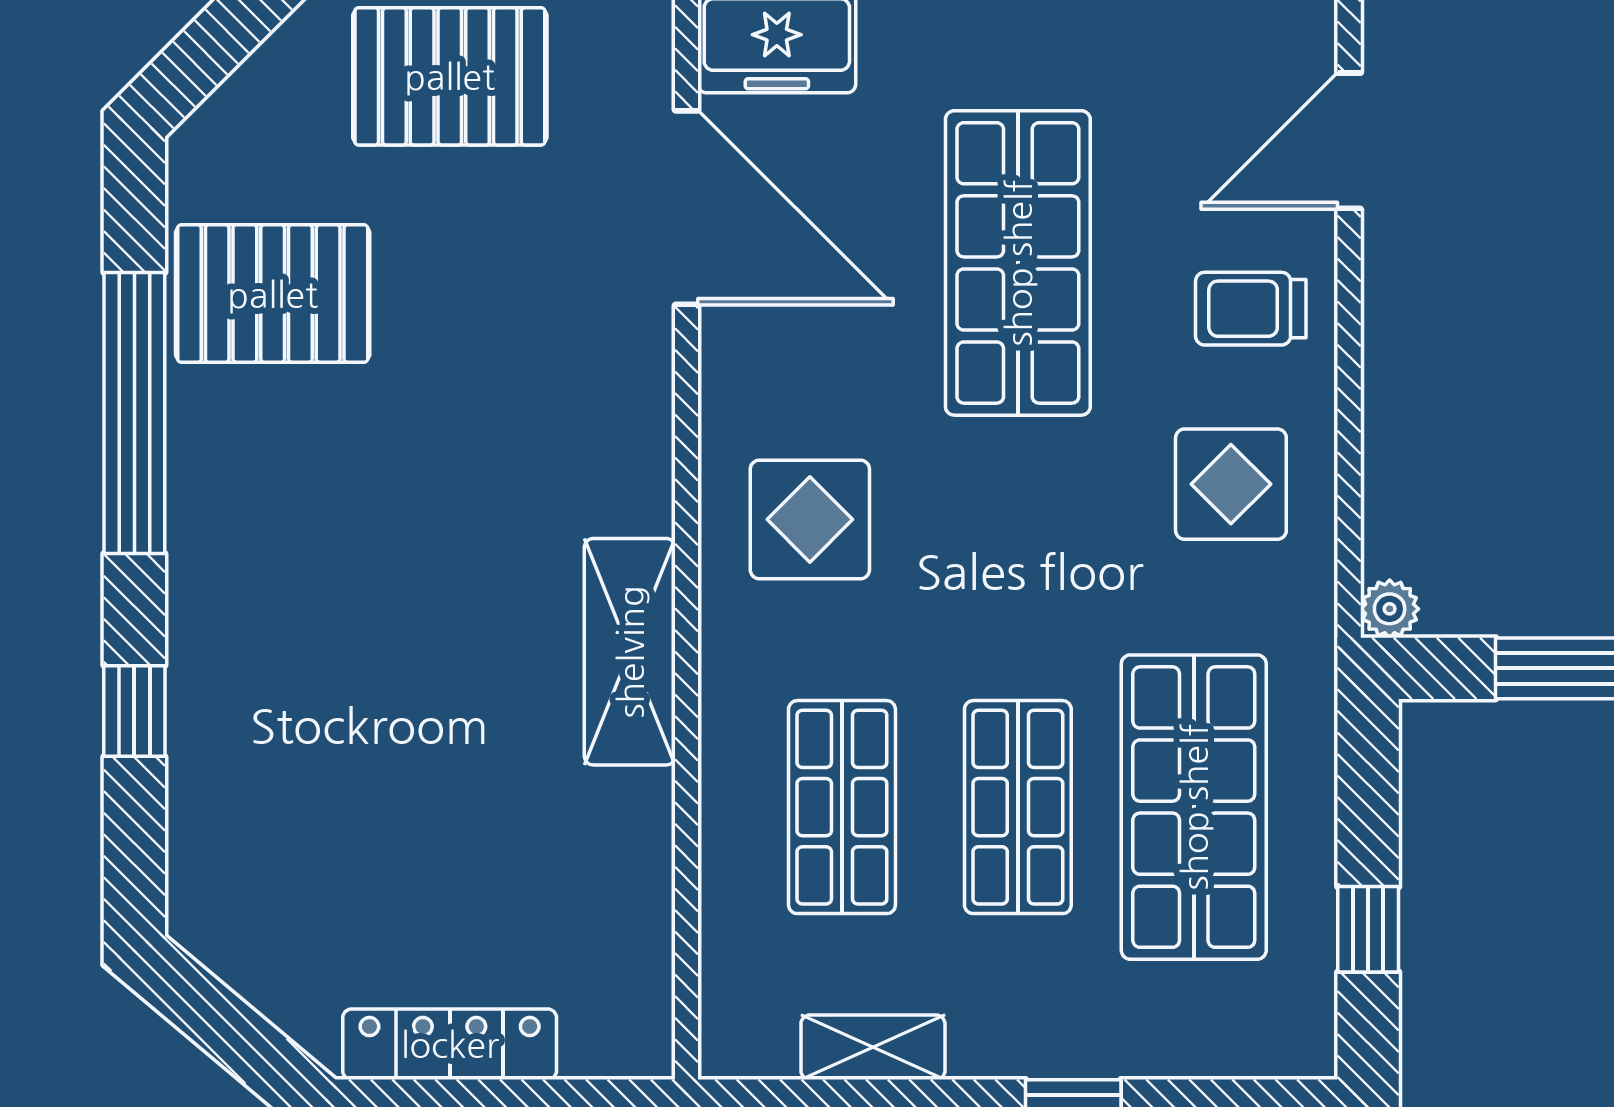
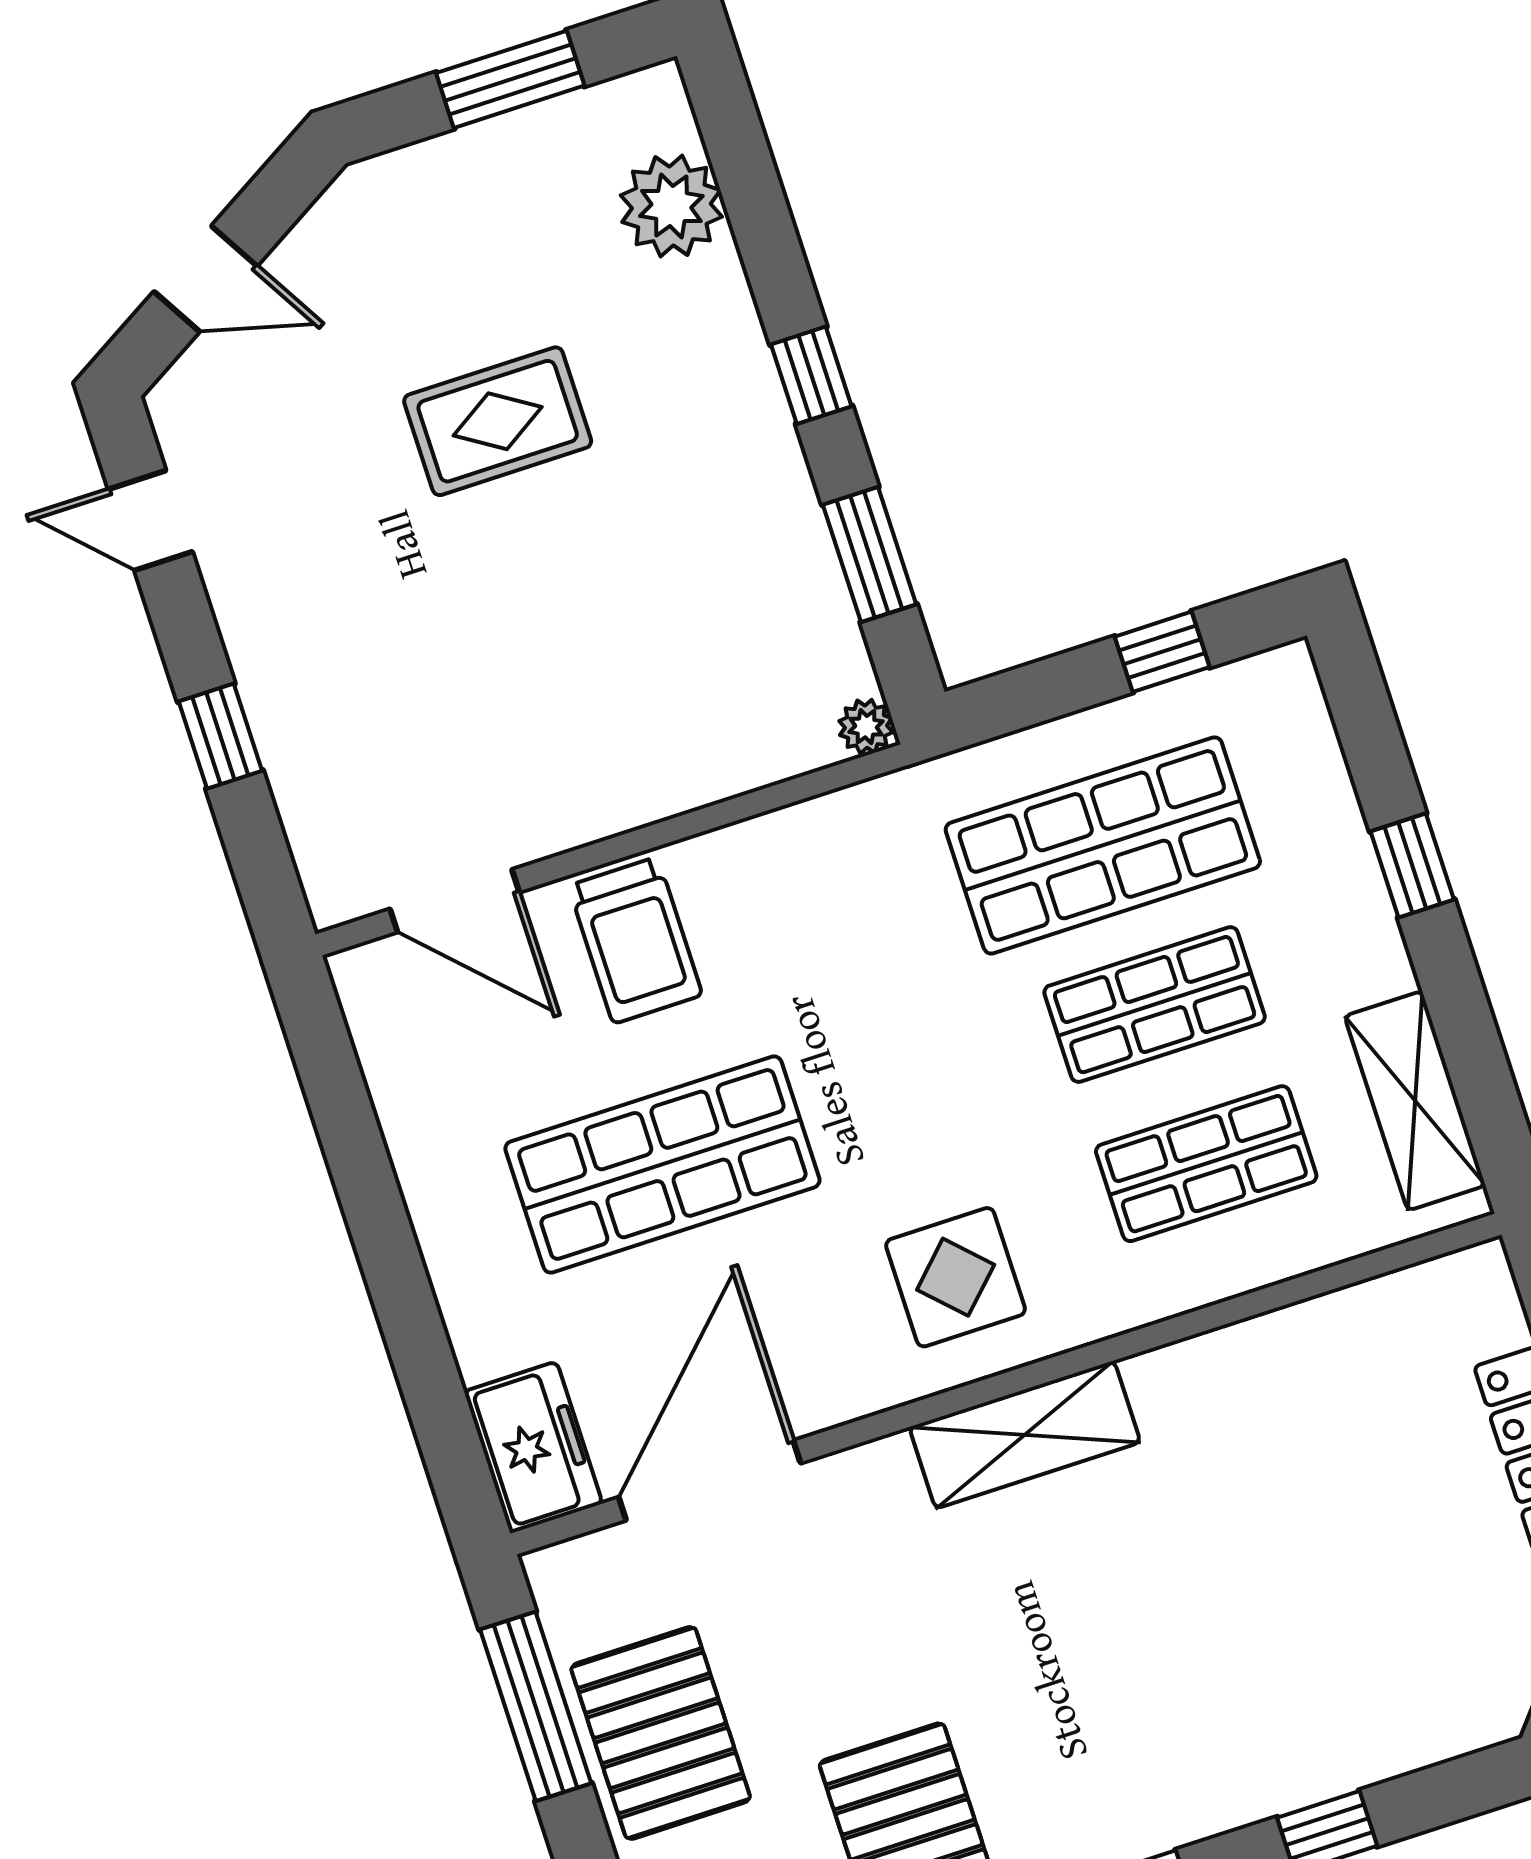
trolley: (1251, 309) -> (635, 940), width x1.36, depth x1.39
display table: (1231, 484) -> (800, 907), removed
shelving: (630, 652) -> (1025, 1435), moved
shelving: (873, 1047) -> (1415, 1101), width x1.50, depth x1.33

